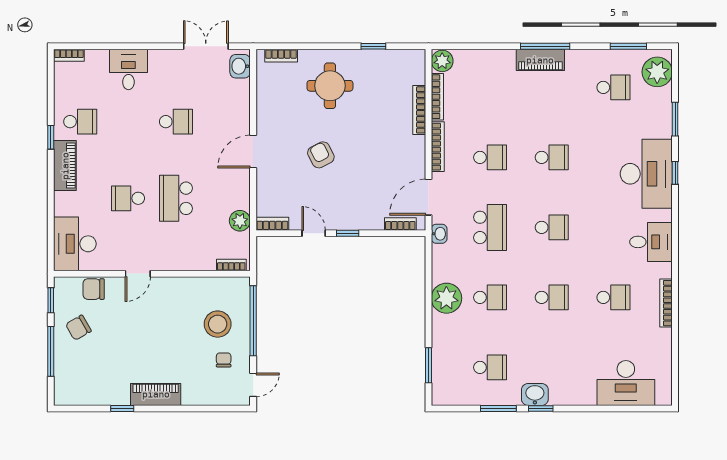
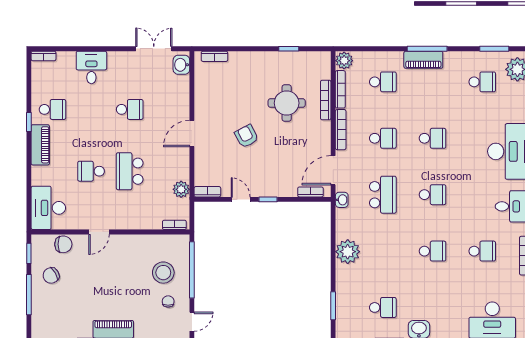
round table: (330, 86) -> (287, 103), moved
chair: (94, 289) -> (63, 244), turned 180
school desk: (490, 297) -> (383, 82), moved

